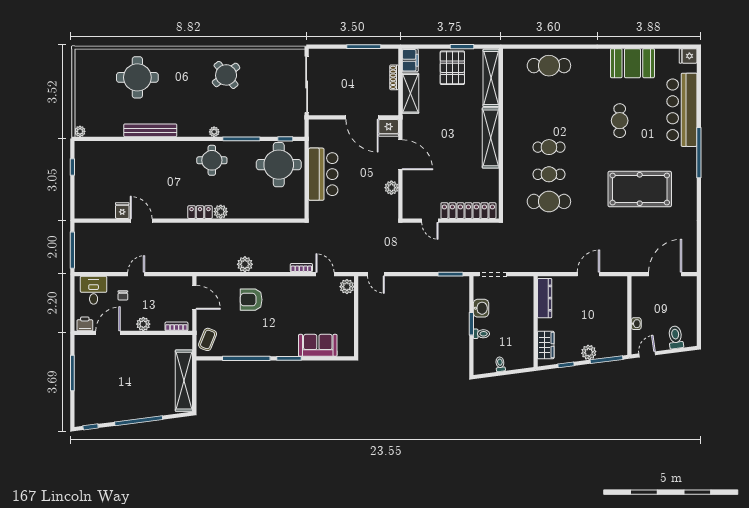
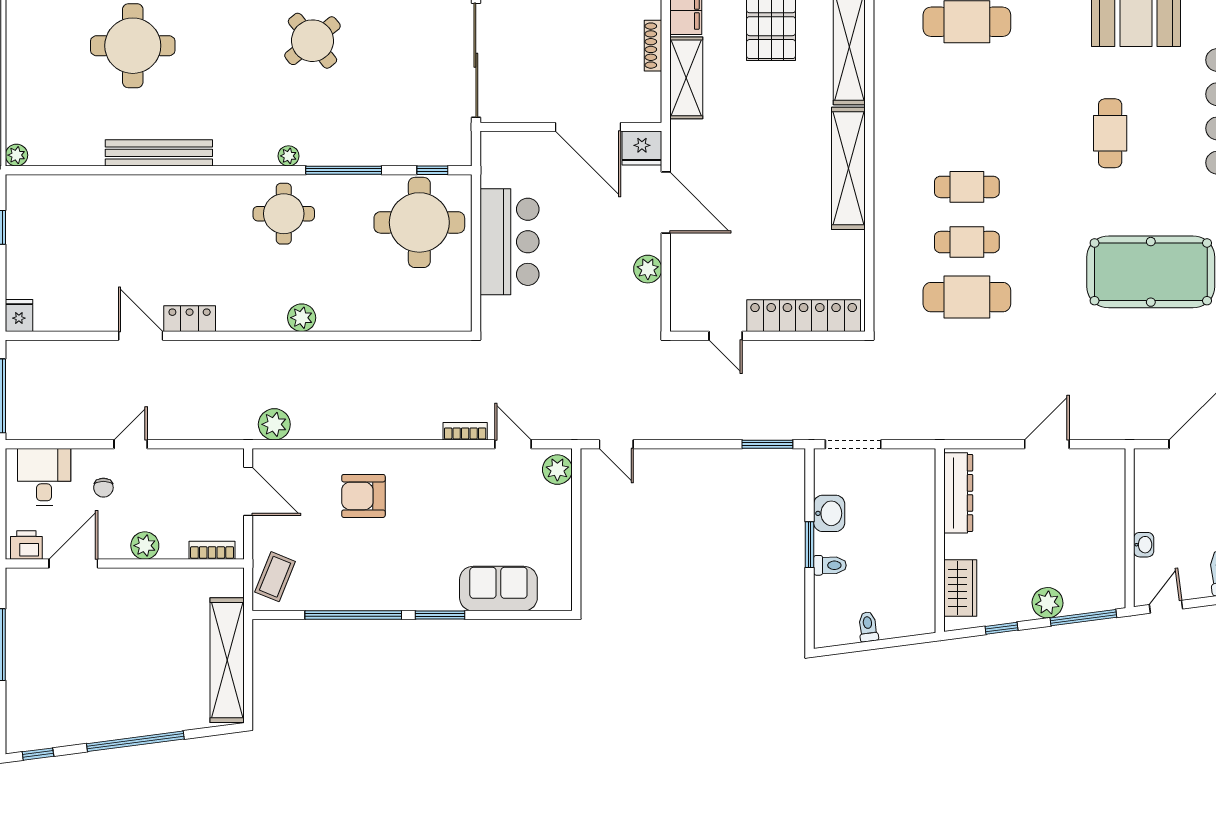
fridge: (122, 211) -> (19, 315), moved
locker: (200, 212) -> (190, 319), moved
plant: (245, 264) -> (274, 424), moved

